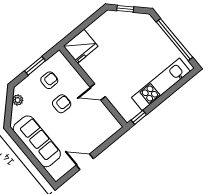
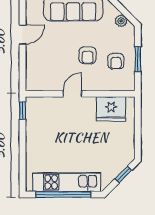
fridge: (81, 46) -> (111, 109), moved, turned -90
kitchen unit: (161, 84) -> (67, 182), moved, turned -90

